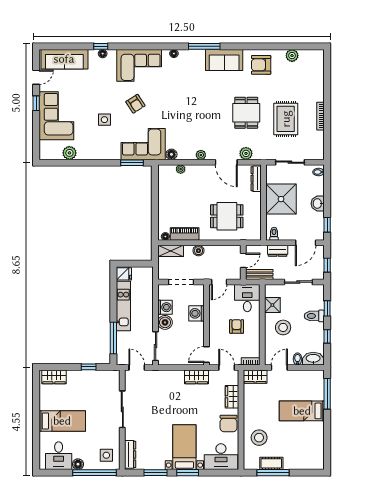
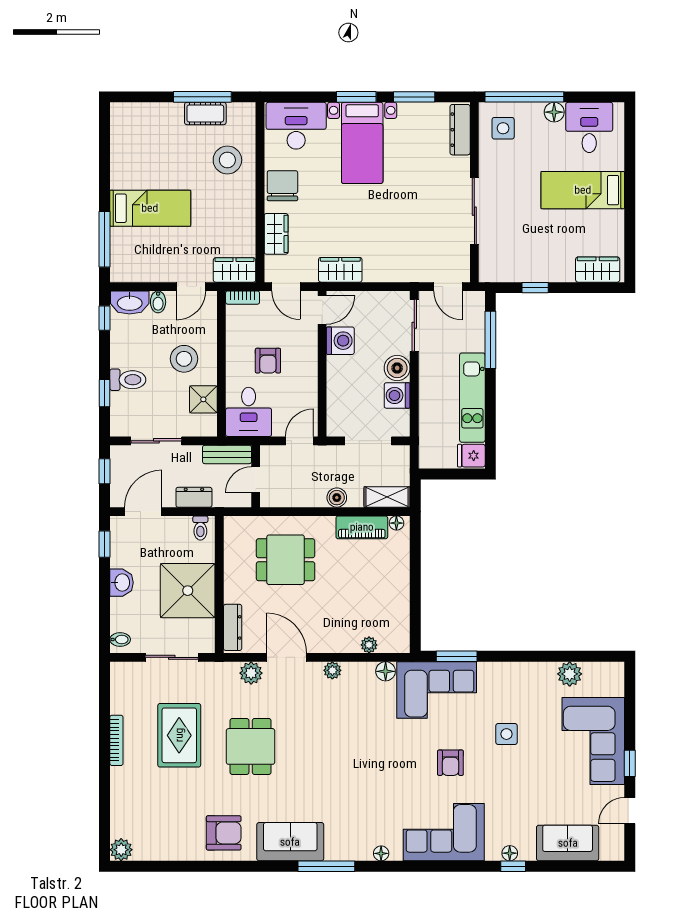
plant: (292, 56) -> (121, 850), moved
sofa: (64, 59) -> (568, 843), width x0.73
armchair: (135, 104) -> (450, 763), turned -147
washing machine: (196, 313) -> (340, 341), moved
window: (327, 336) -> (105, 318), moved

